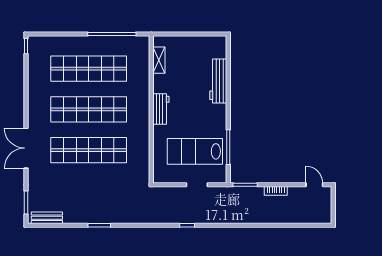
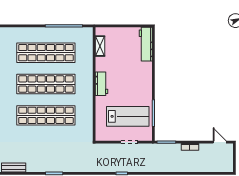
workbench: (218, 81) -> (146, 44), moved
lab bench: (195, 151) -> (128, 116), turned 180

